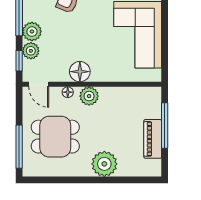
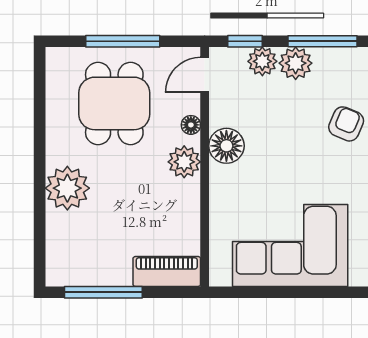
window: (165, 126) -> (103, 292), moved
piano: (153, 139) -> (167, 271), moved
window: (19, 147) -> (123, 41), moved

